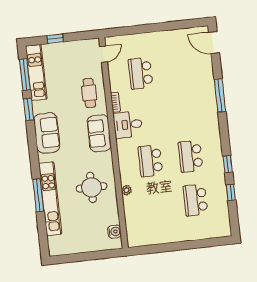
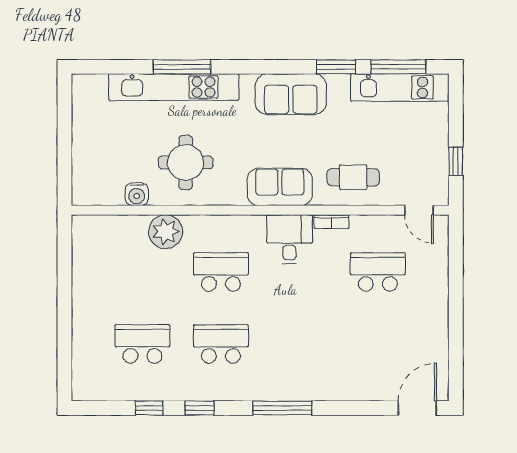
window: (55, 39) -> (456, 161), moved
window: (220, 95) -> (282, 408), moved
plant: (126, 190) -> (166, 232), width x1.88, depth x1.88
water cooler: (114, 232) -> (137, 194), moved

